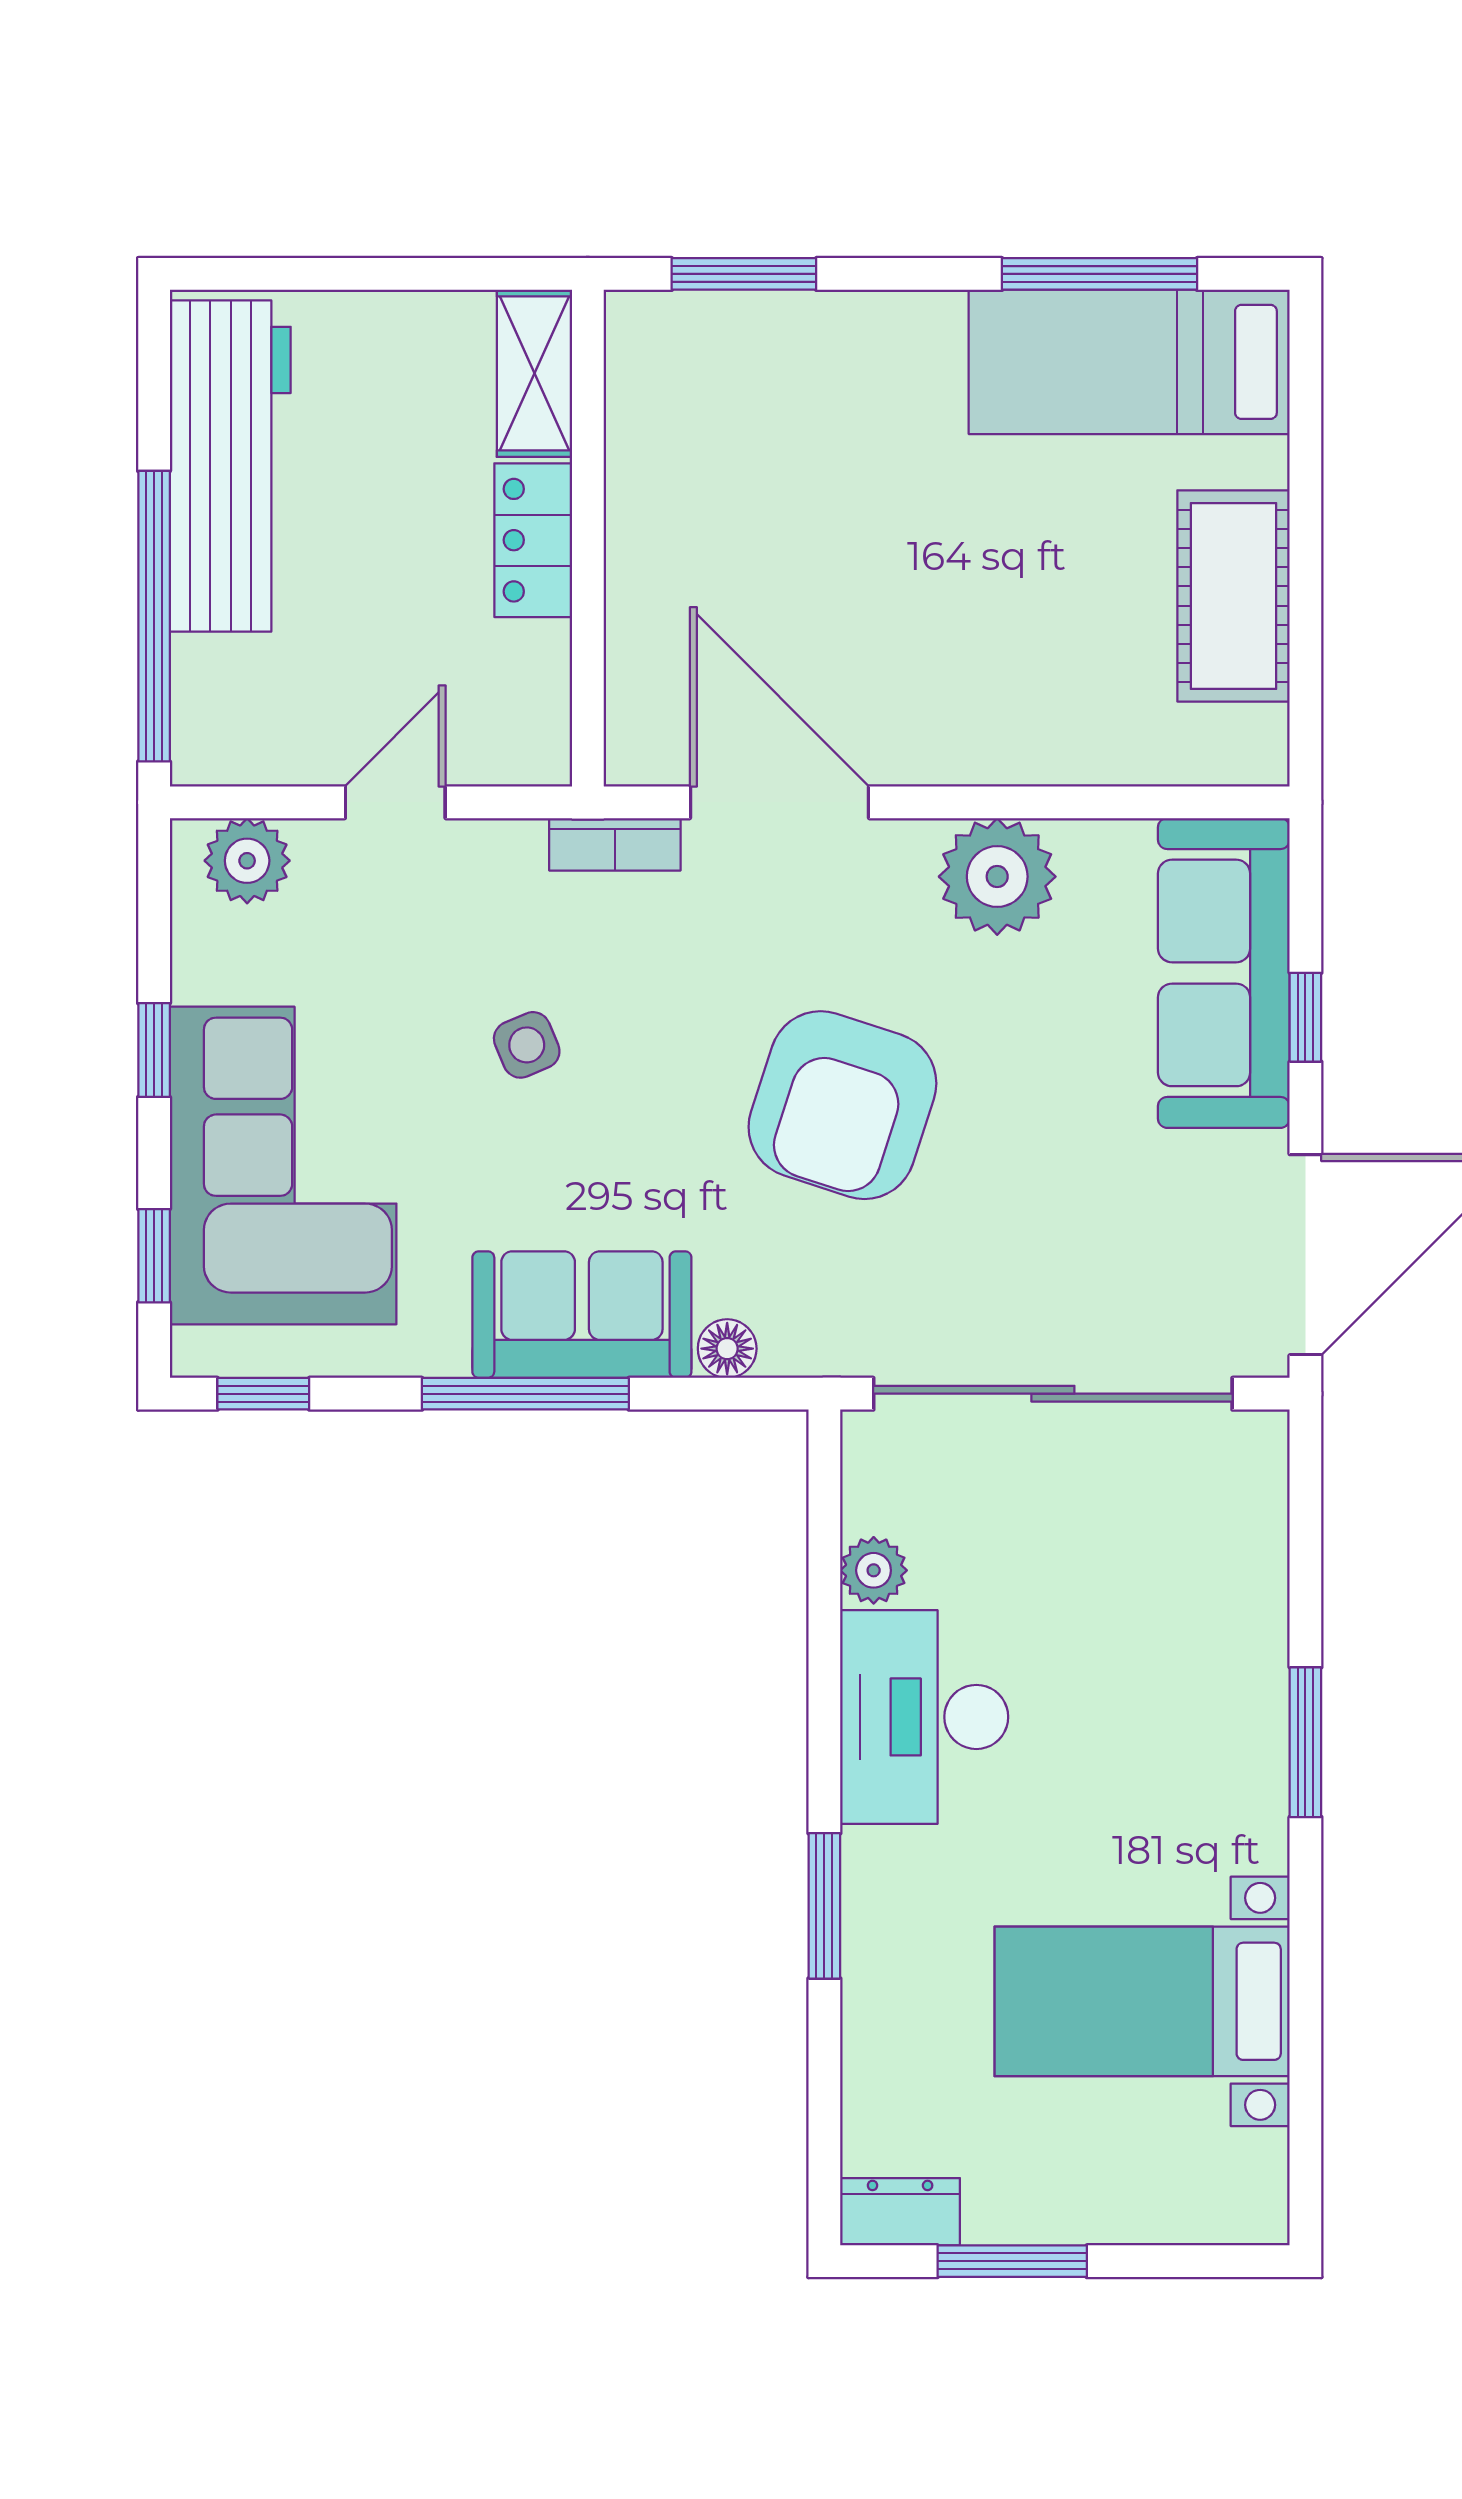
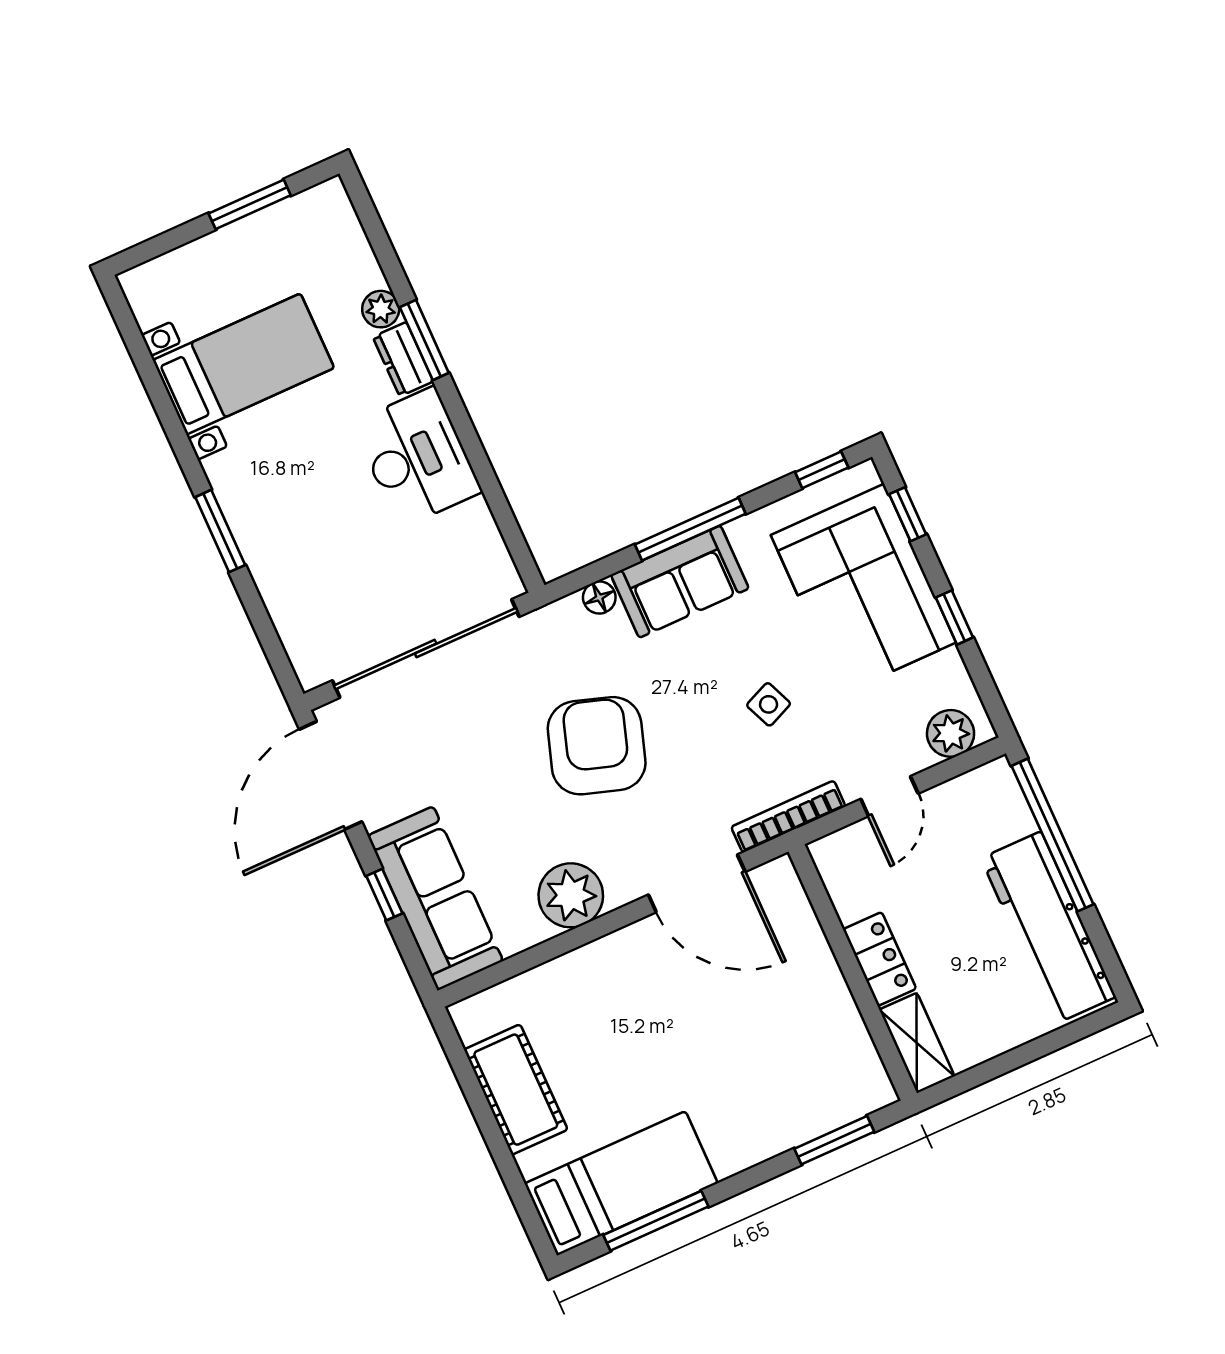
bookcase: (615, 844) -> (788, 817), width x1.56
plant: (874, 1570) -> (381, 309), moved
dresser: (900, 2212) -> (403, 359), moved, turned 90

